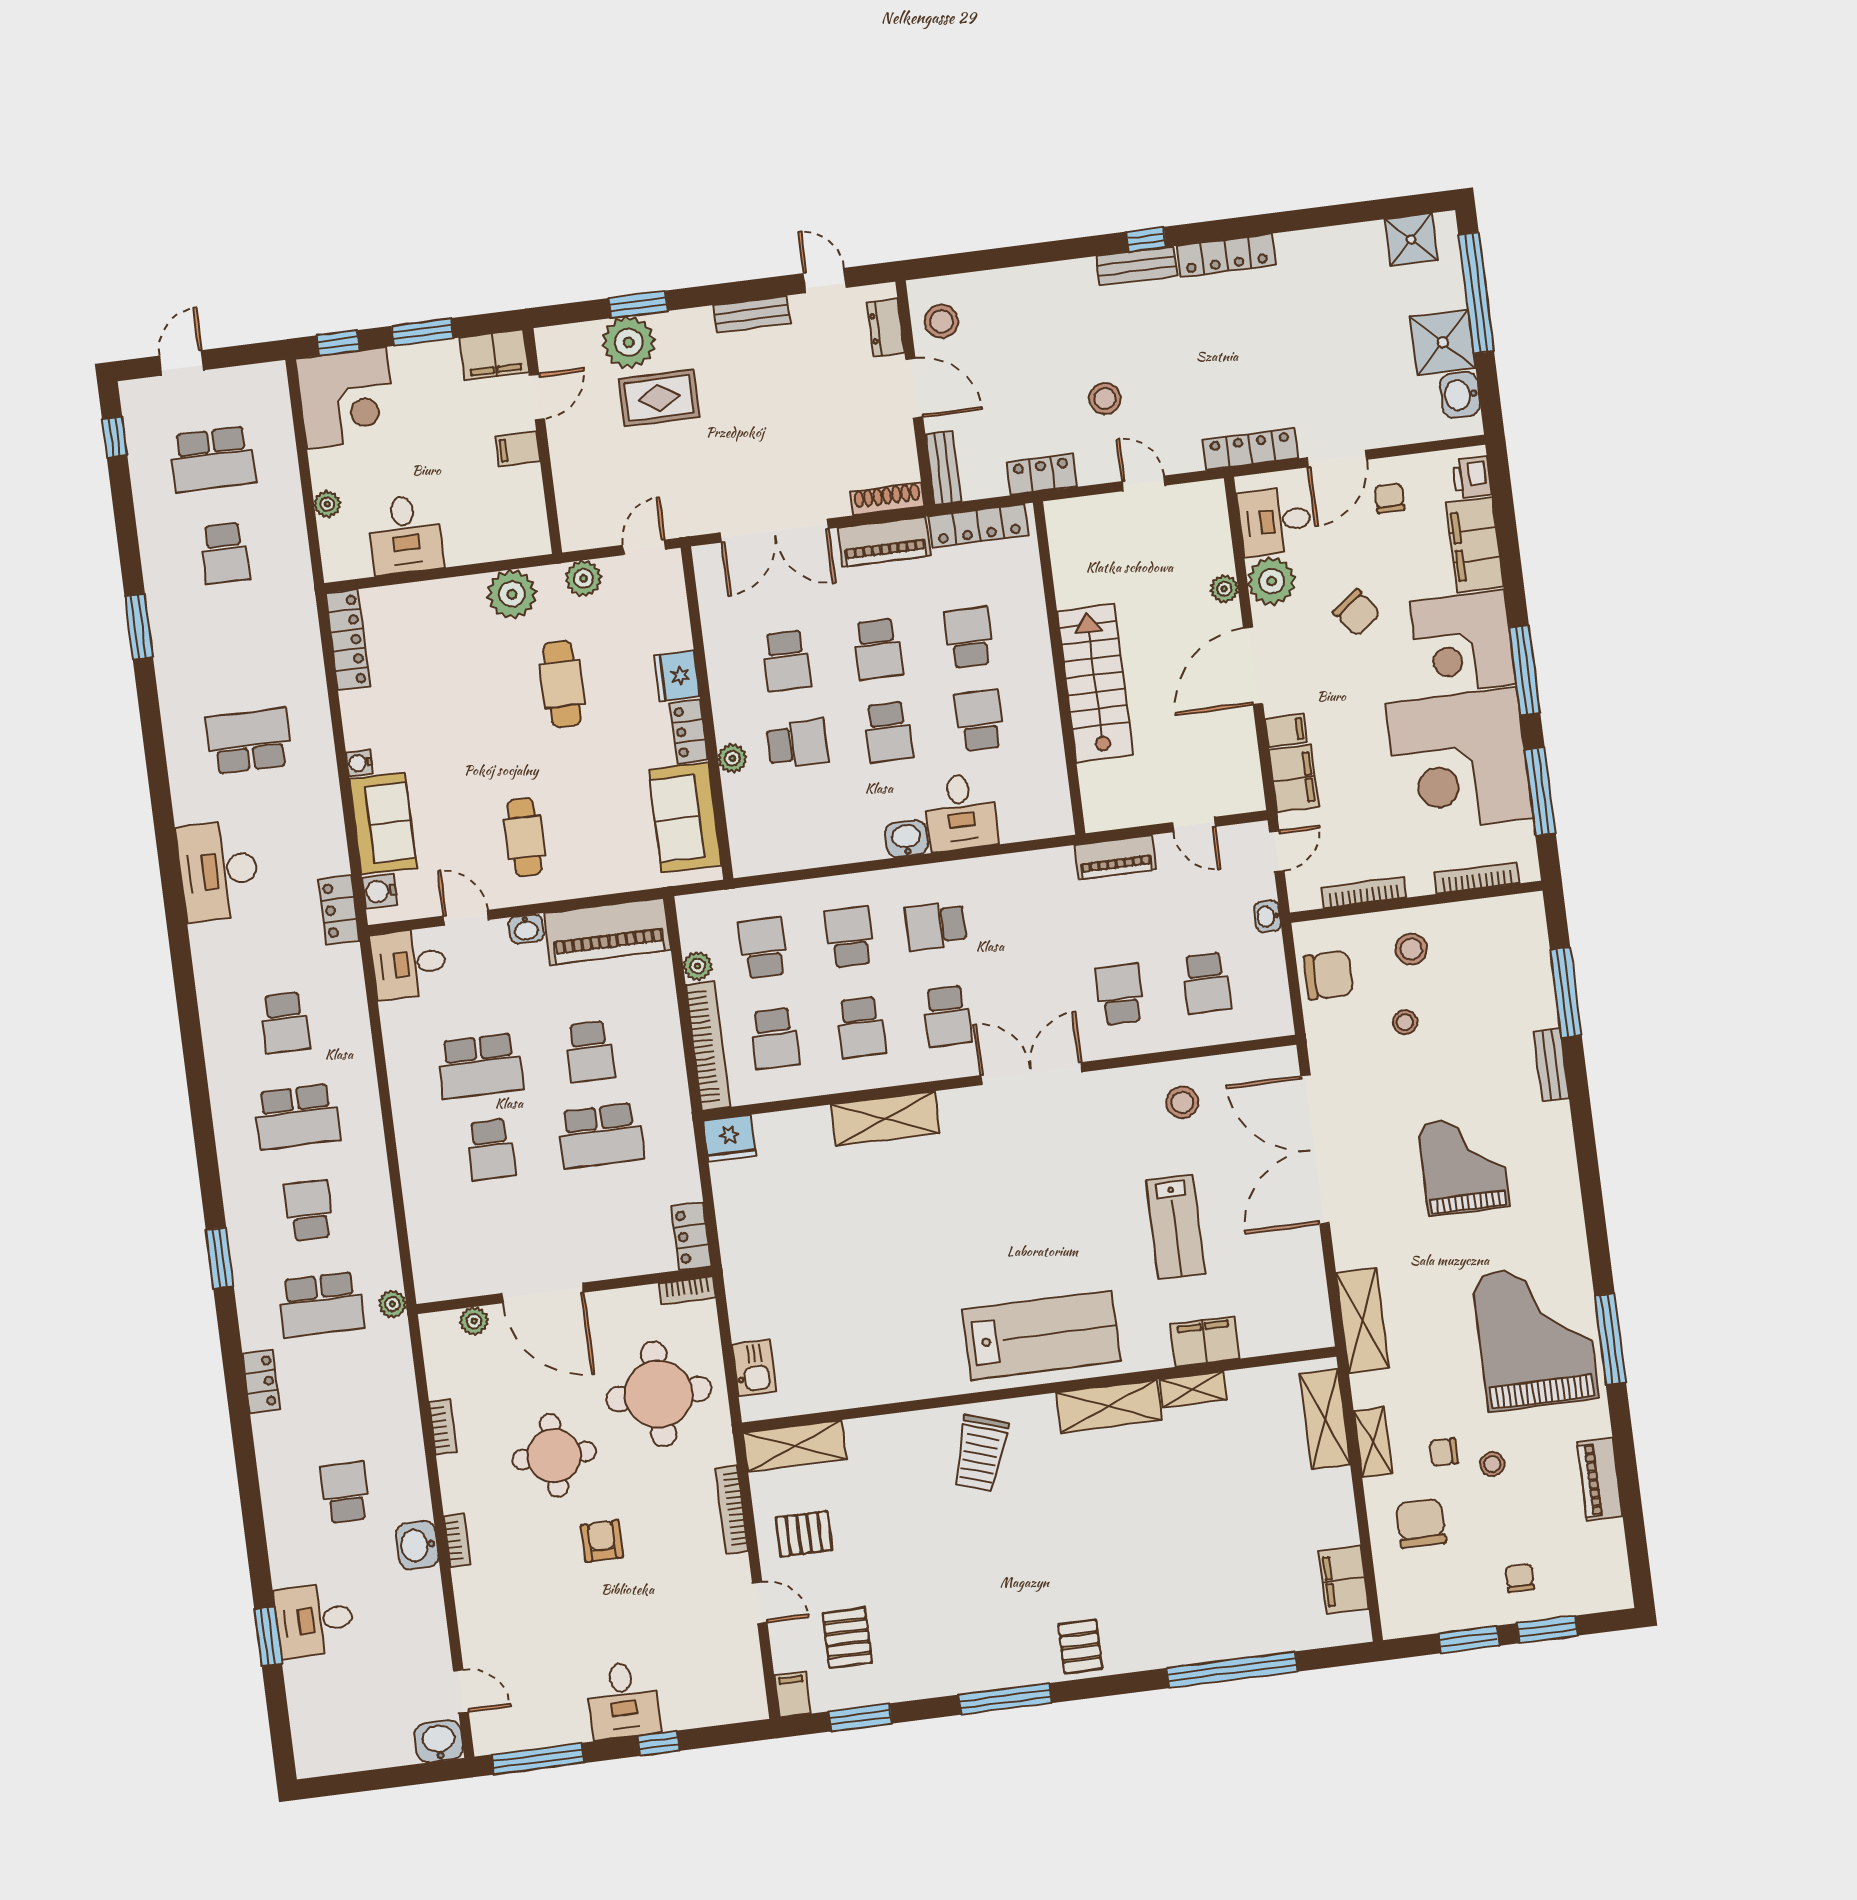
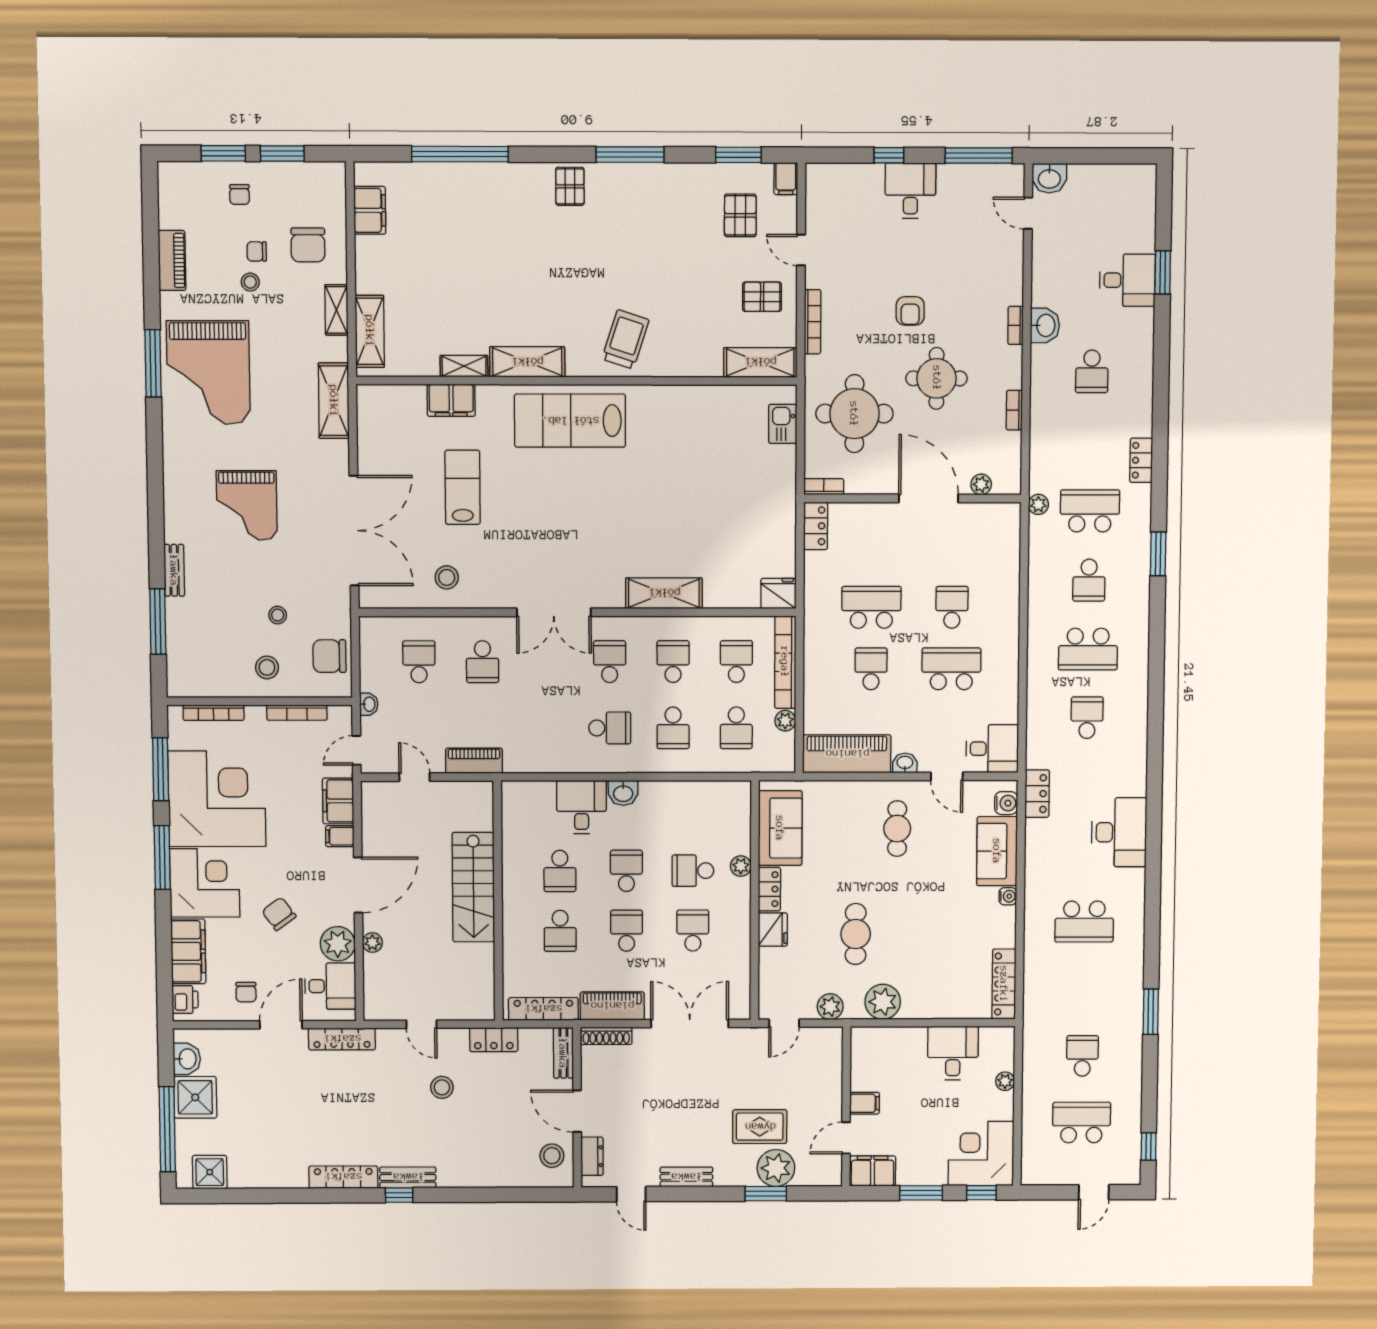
school desk: (297, 1117) -> (1088, 649), turned 180
chair: (1444, 1452) -> (257, 251), moved, turned 180

